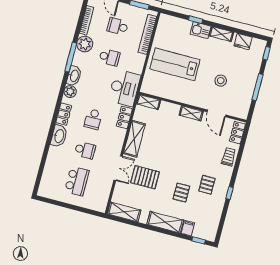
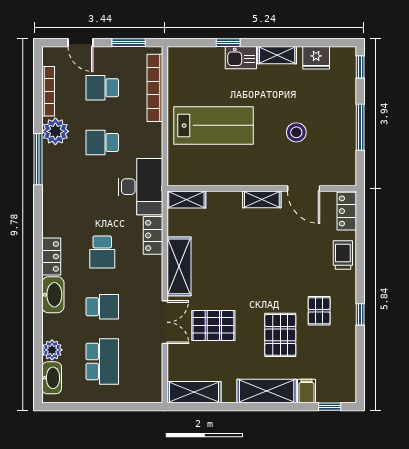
school desk: (110, 57) -> (102, 142), turned 180
lab bench: (175, 64) -> (213, 125), turned 180
washbasin: (74, 76) -> (52, 378), moved
plant: (70, 92) -> (52, 350), moved
pallet: (181, 193) -> (280, 335), width x1.50, depth x1.42

